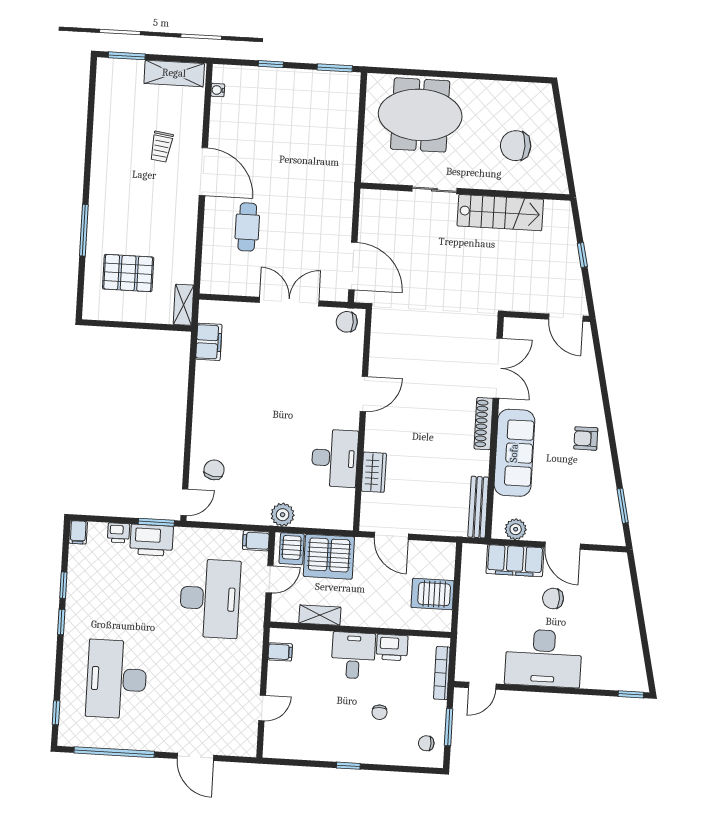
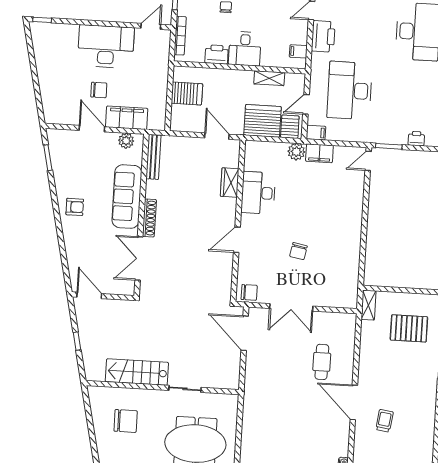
filing cabinet: (209, 342) -> (319, 153), moved, turned -90
chair: (214, 470) -> (298, 251), moved
printer: (152, 540) -> (323, 36), moved, turned 90

